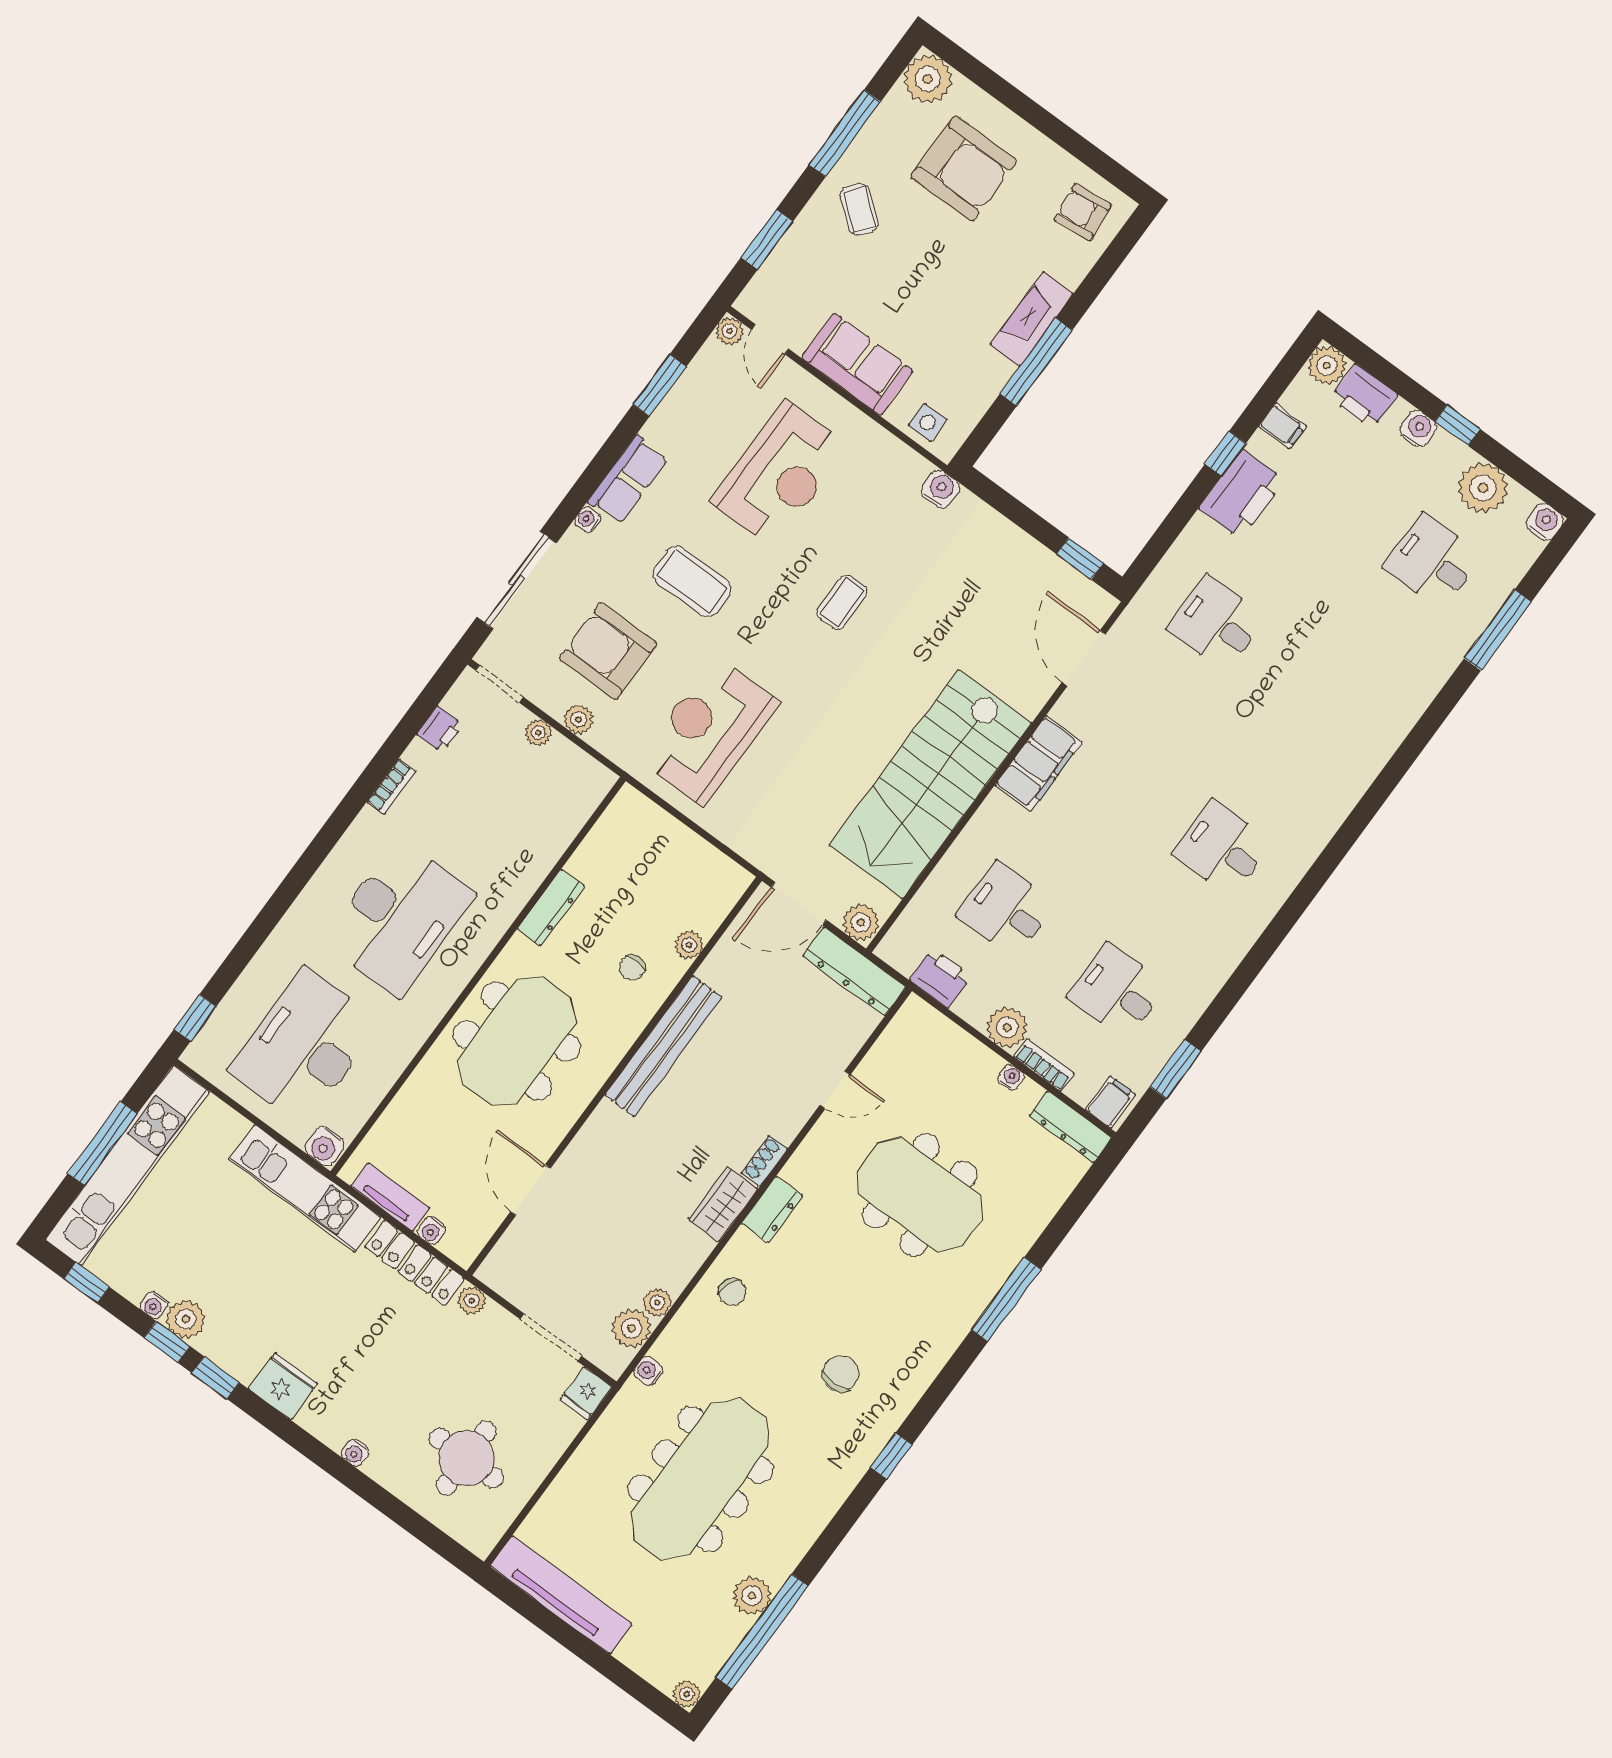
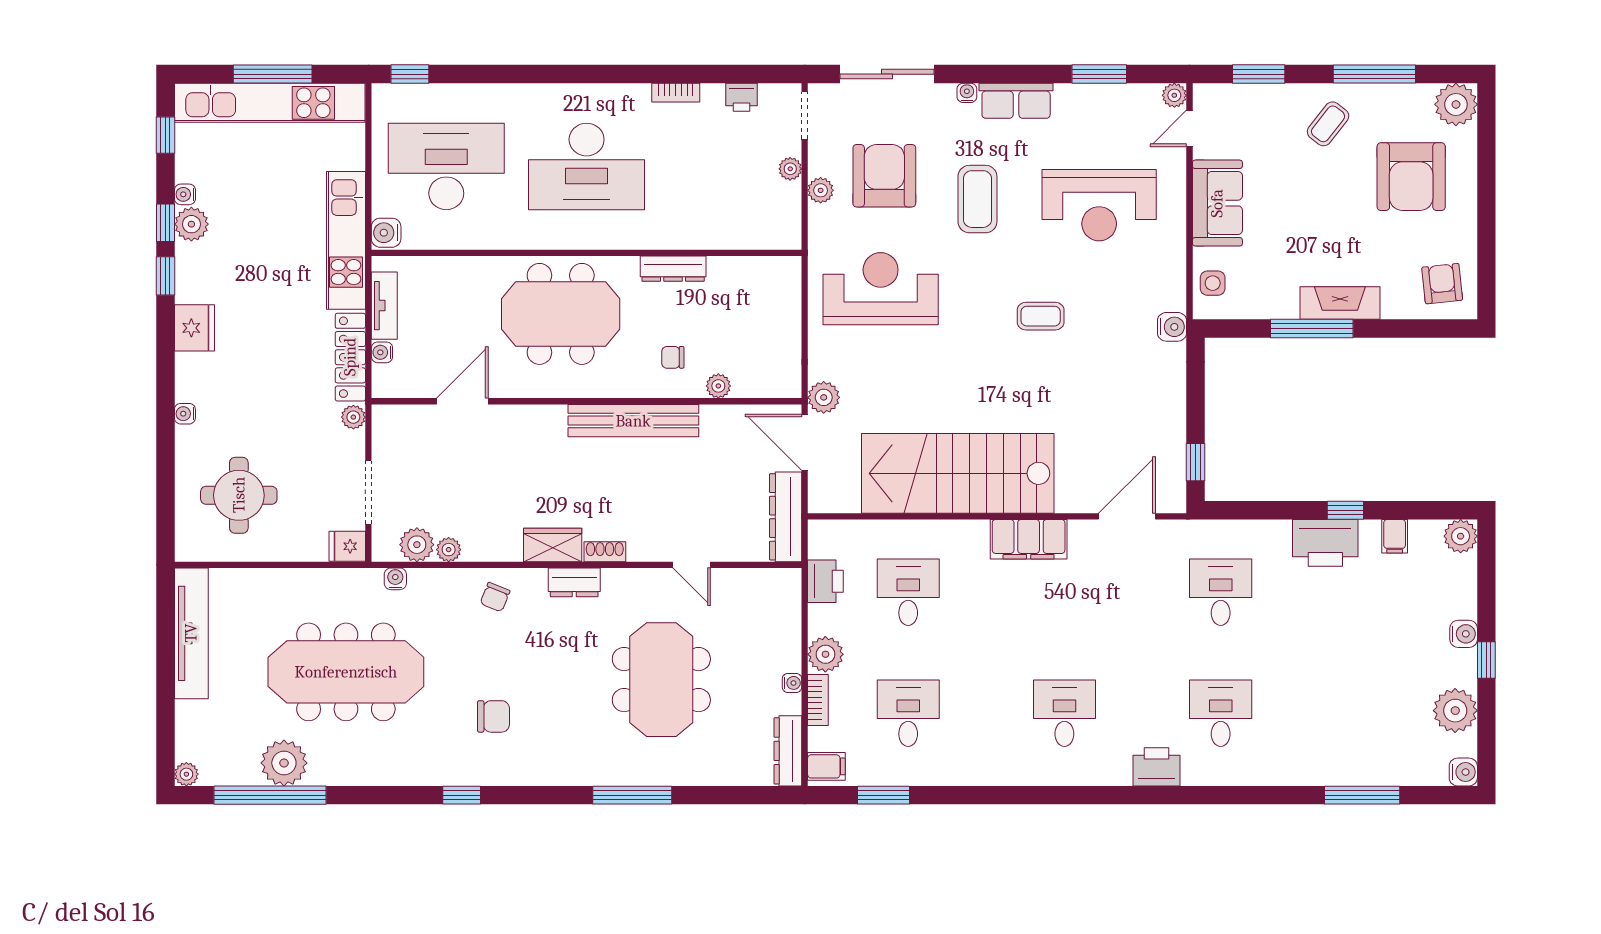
printer: (1364, 396) -> (1156, 767), moved, turned 90
desk: (1433, 561) -> (1221, 713), moved
plant: (861, 922) -> (824, 397), moved
plant: (752, 1596) -> (284, 763), width x1.36, depth x1.36

